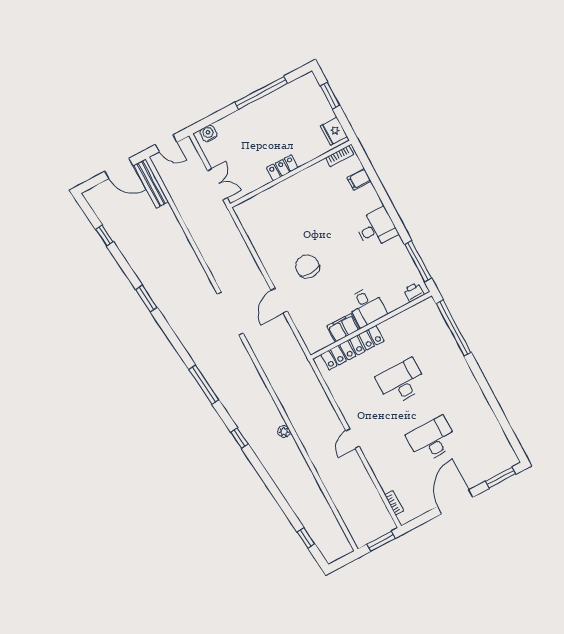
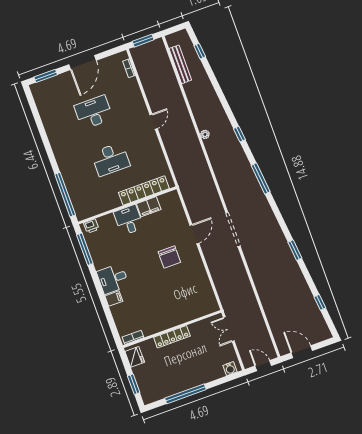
locker: (282, 168) -> (172, 337), width x1.53
filing cabinet: (359, 179) -> (114, 299), moved
bench: (151, 184) -> (180, 64), moved
desk: (432, 440) -> (94, 112), turned 180

